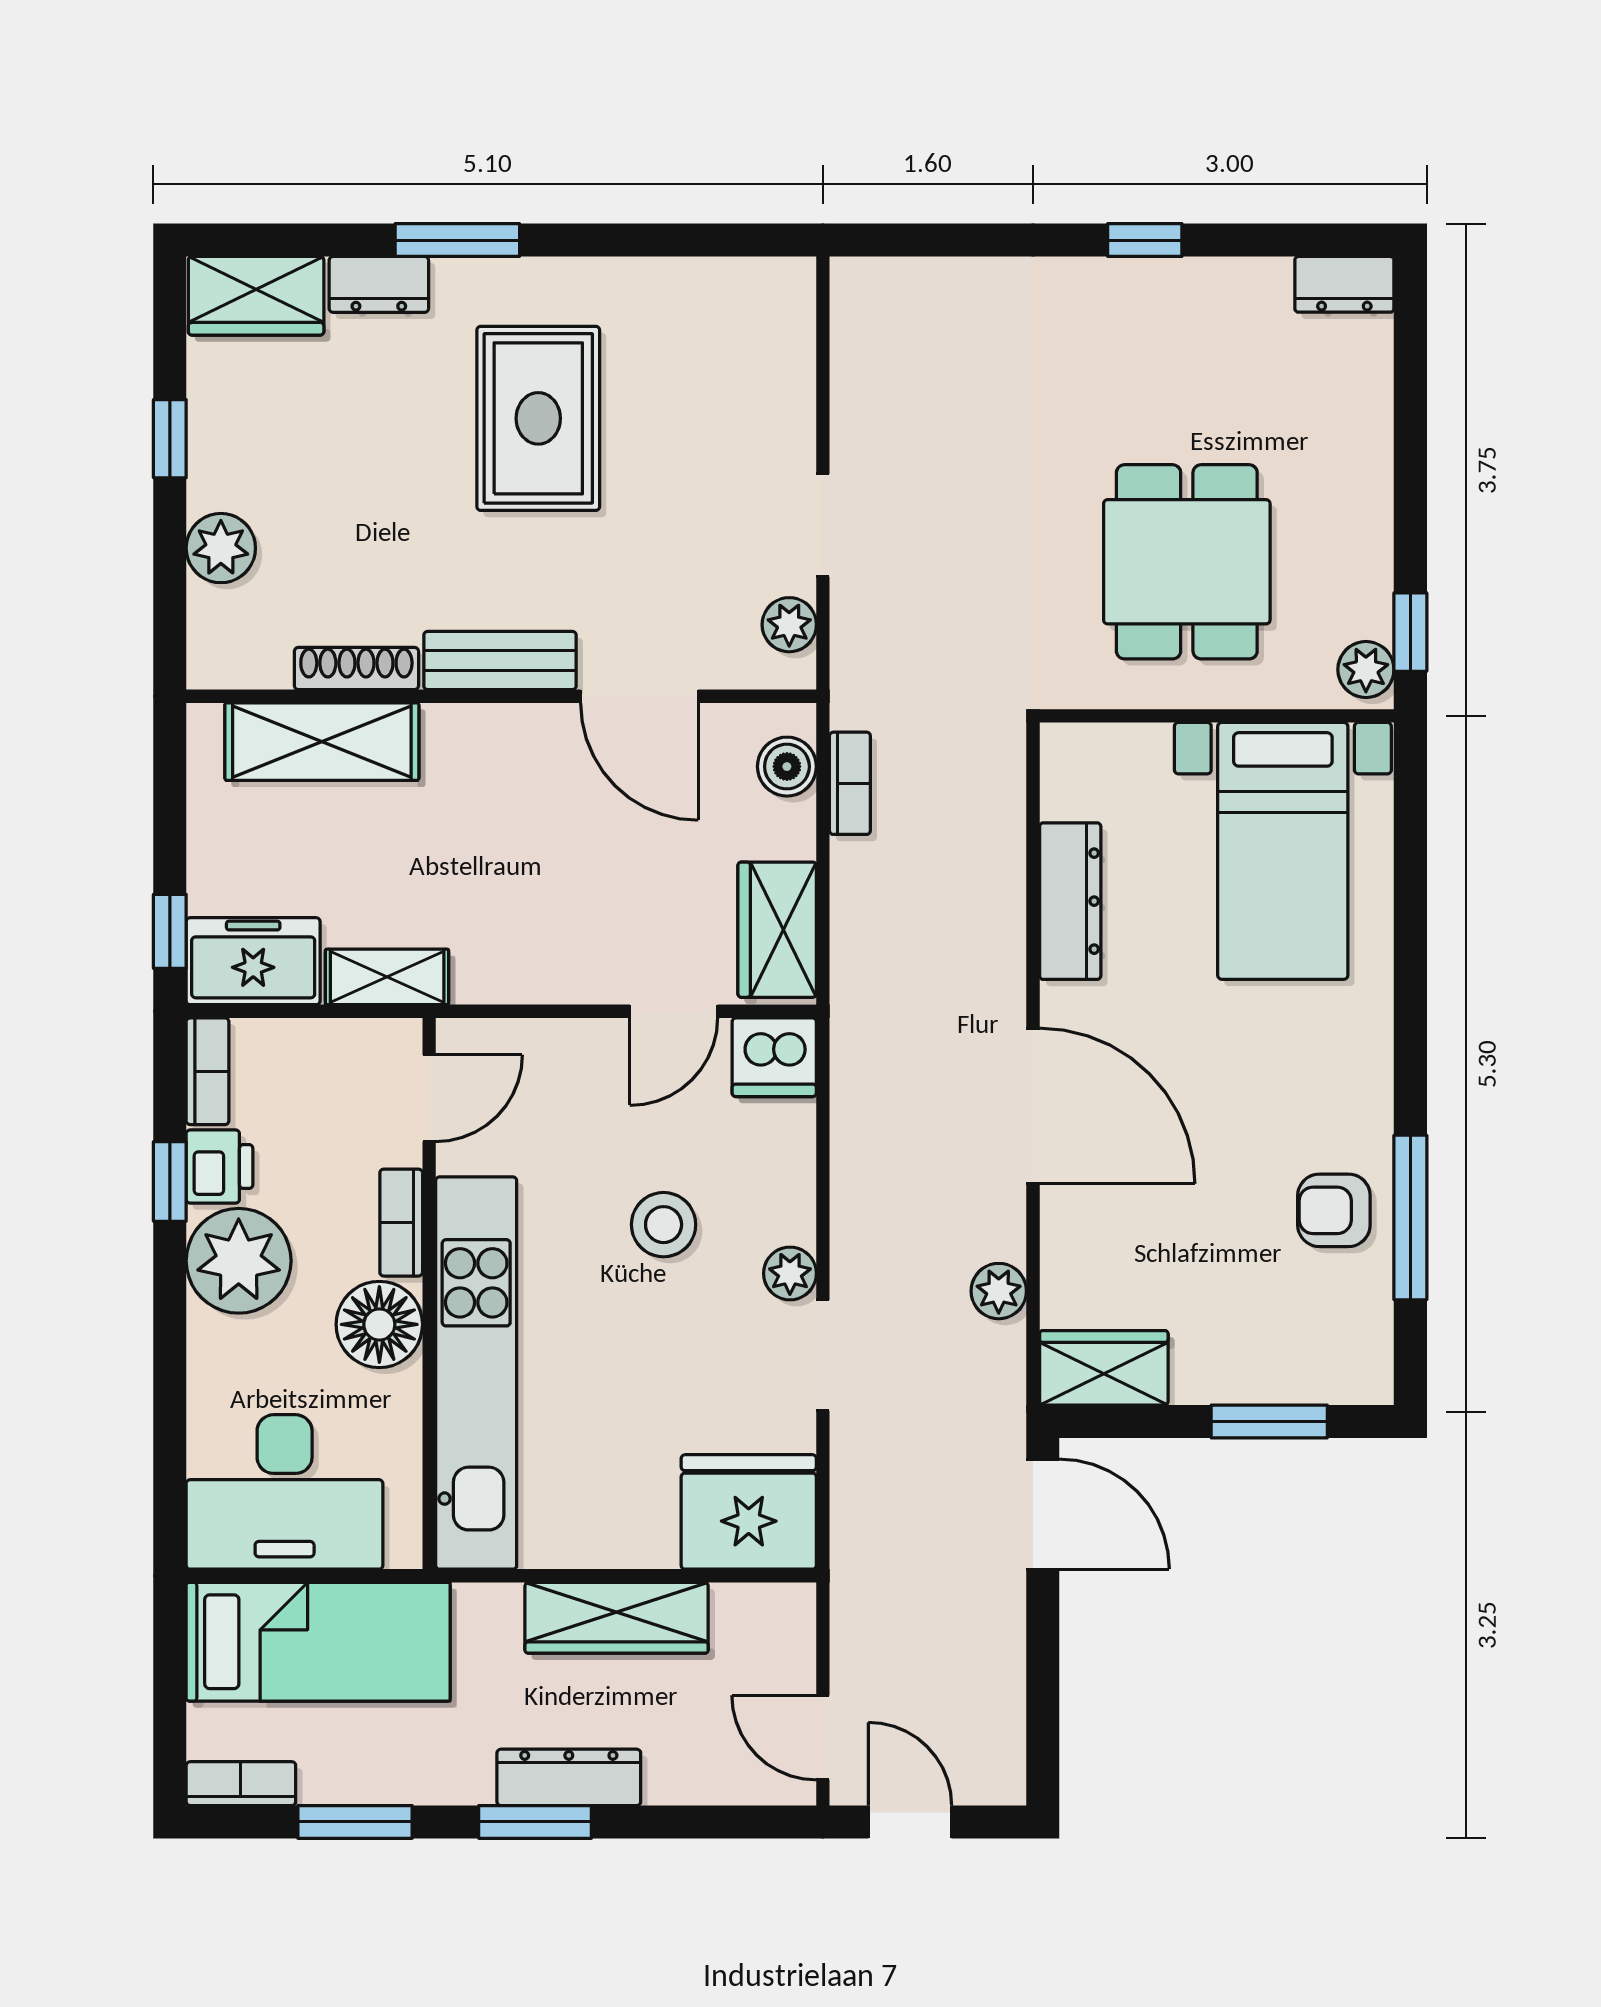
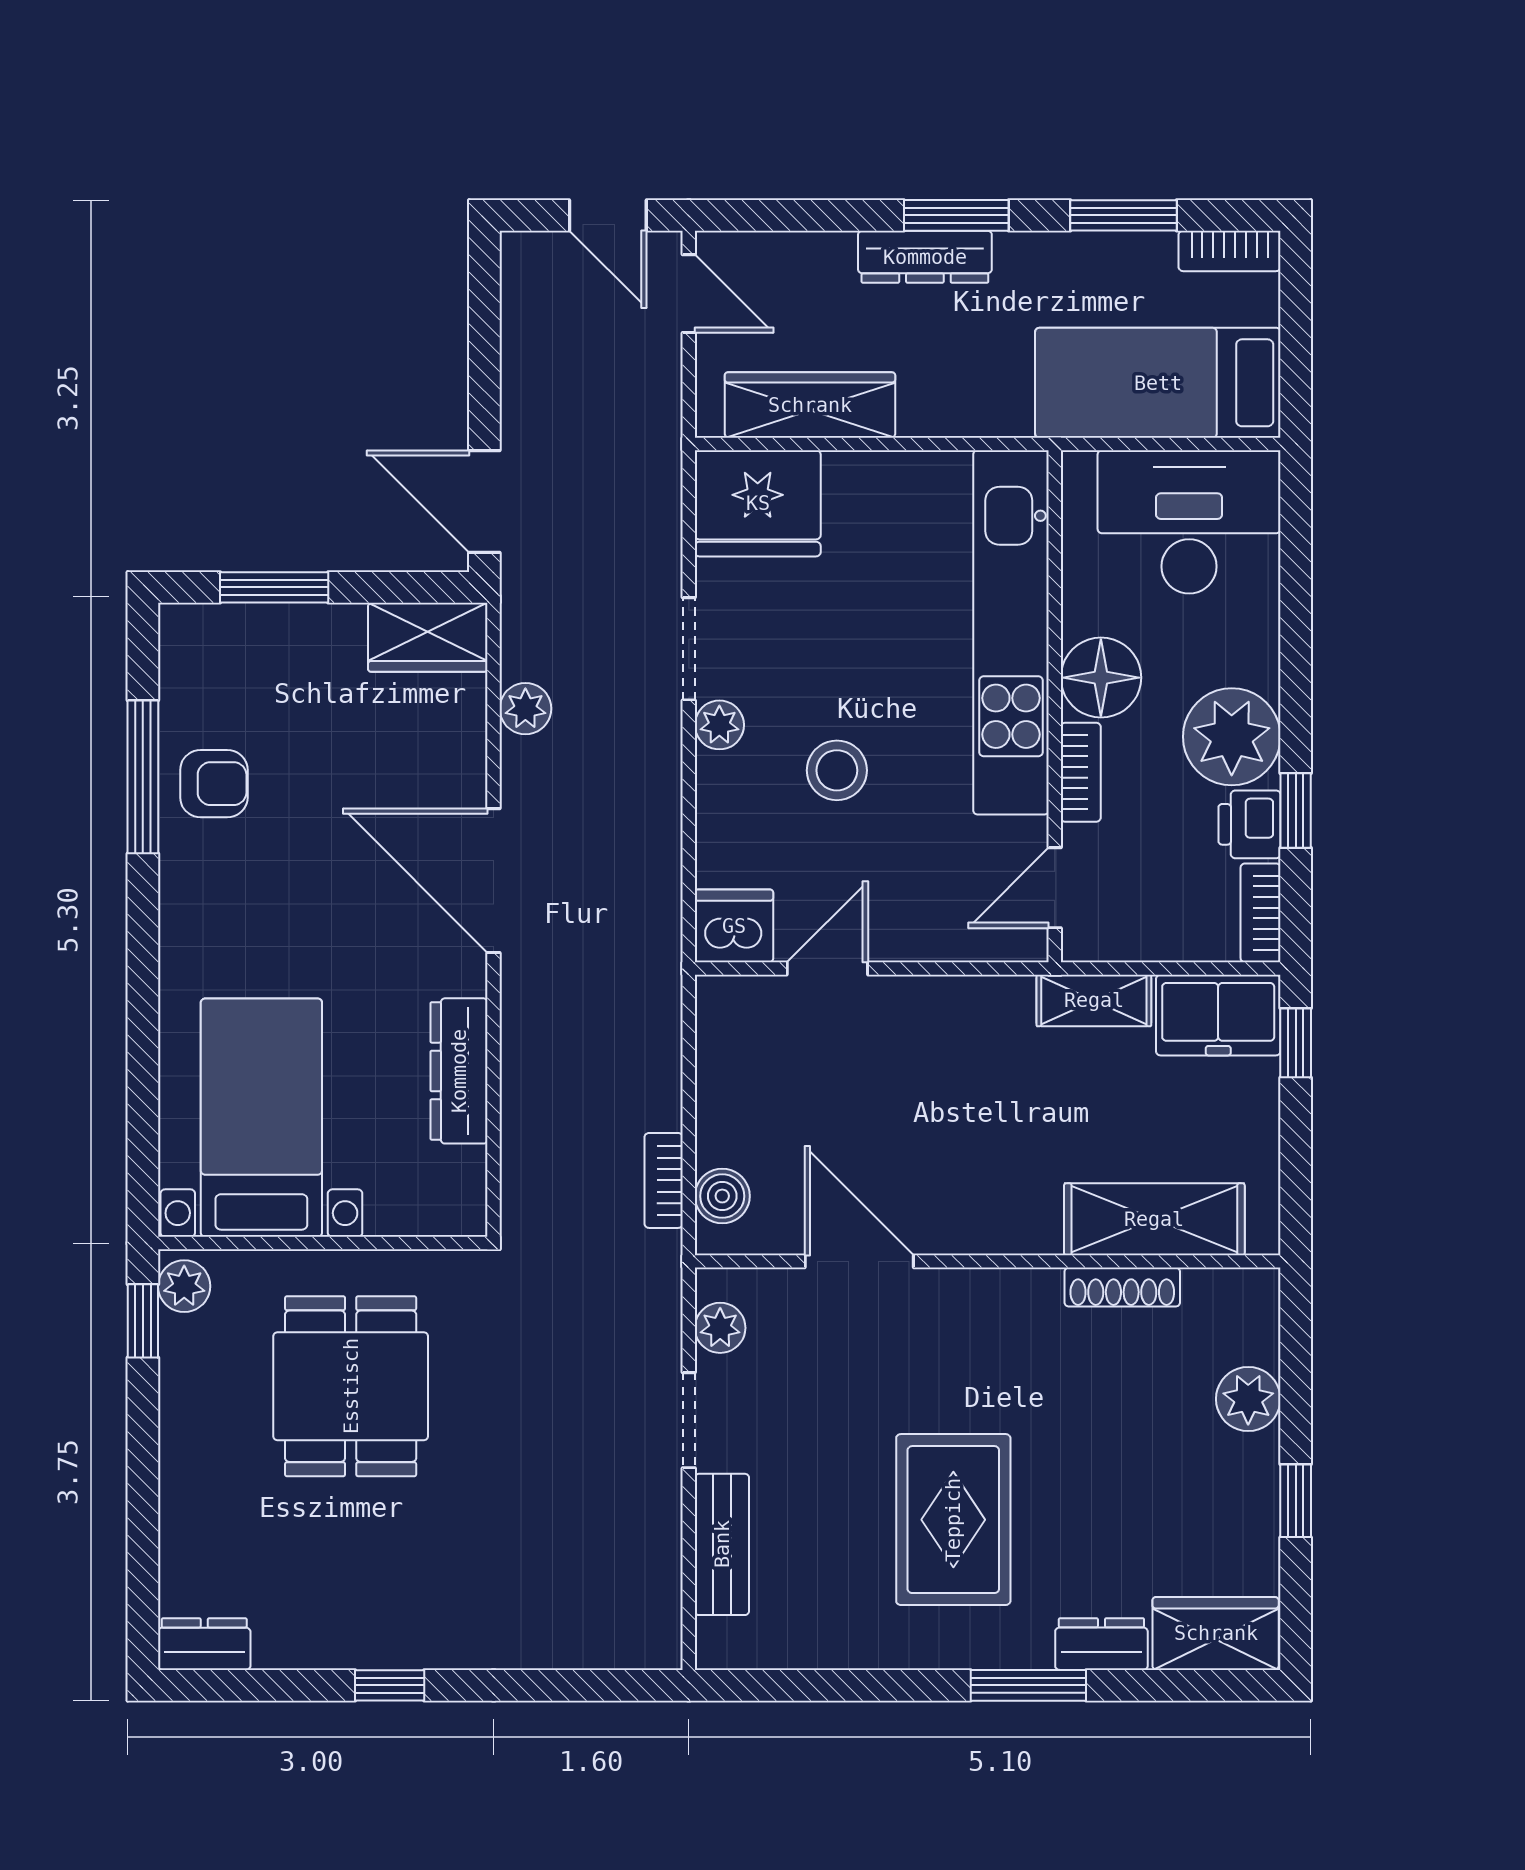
bench: (500, 661) -> (722, 1544), moved, turned 90
wardrobe: (777, 930) -> (731, 1044), removed
wardrobe: (617, 1618) -> (810, 405), moved

